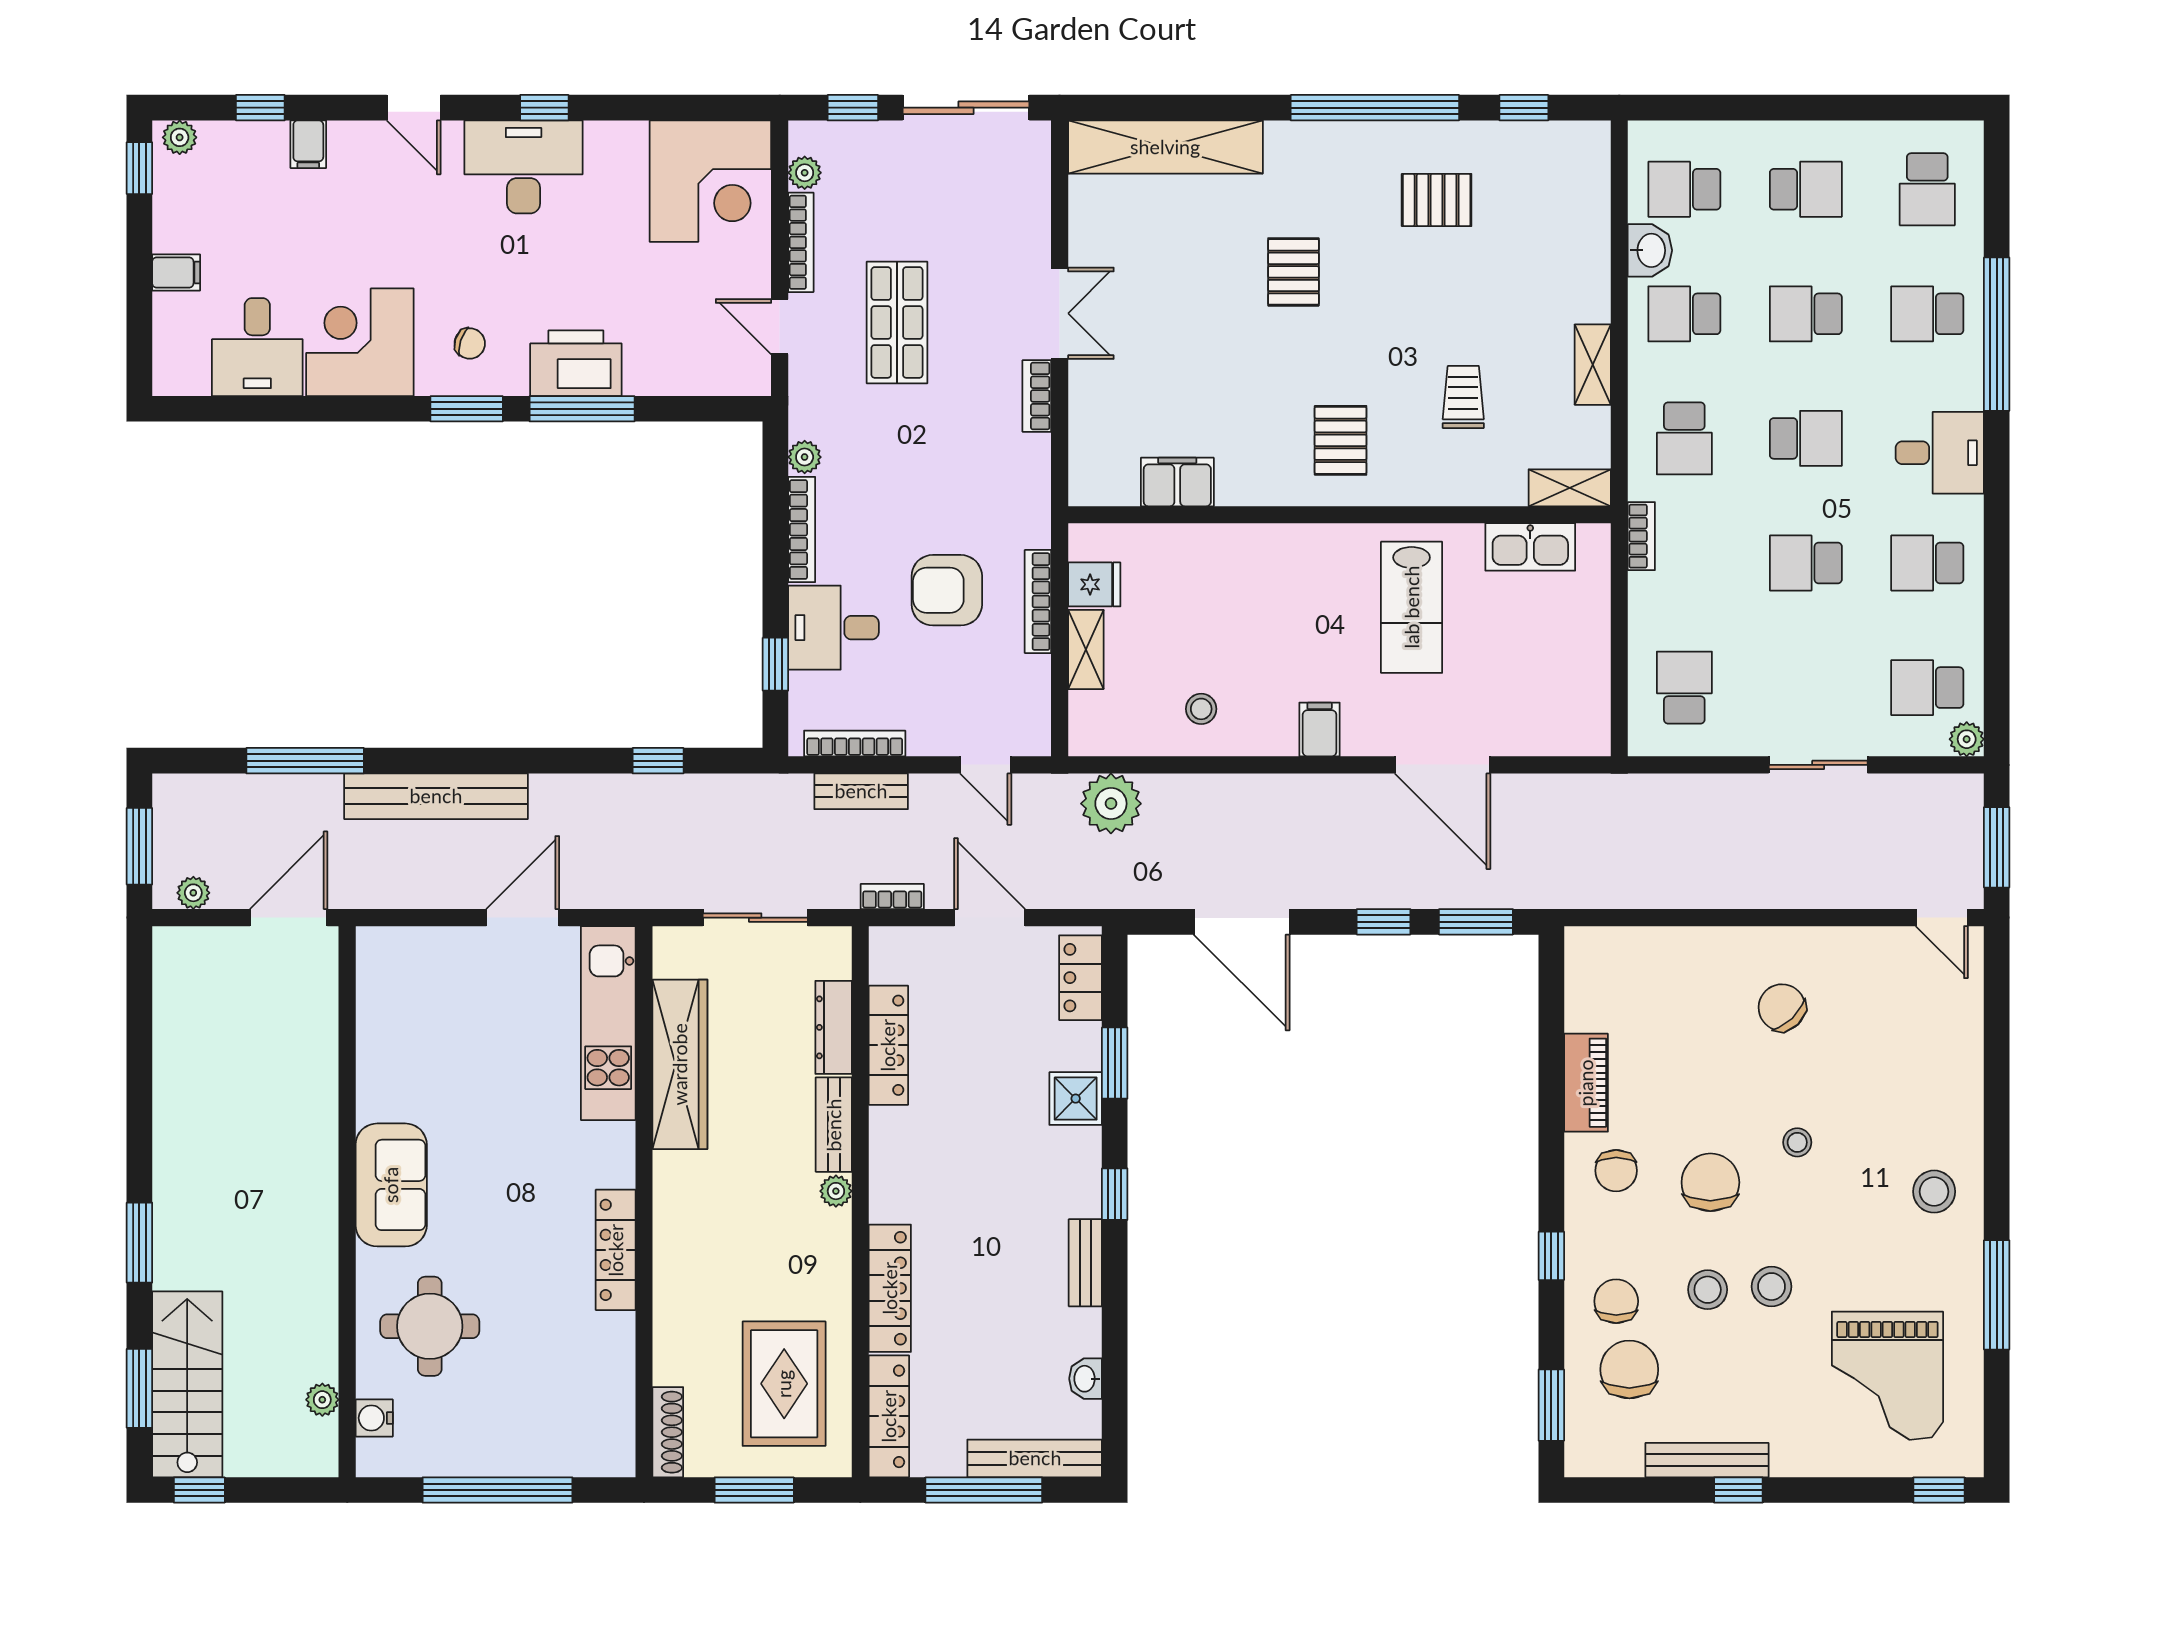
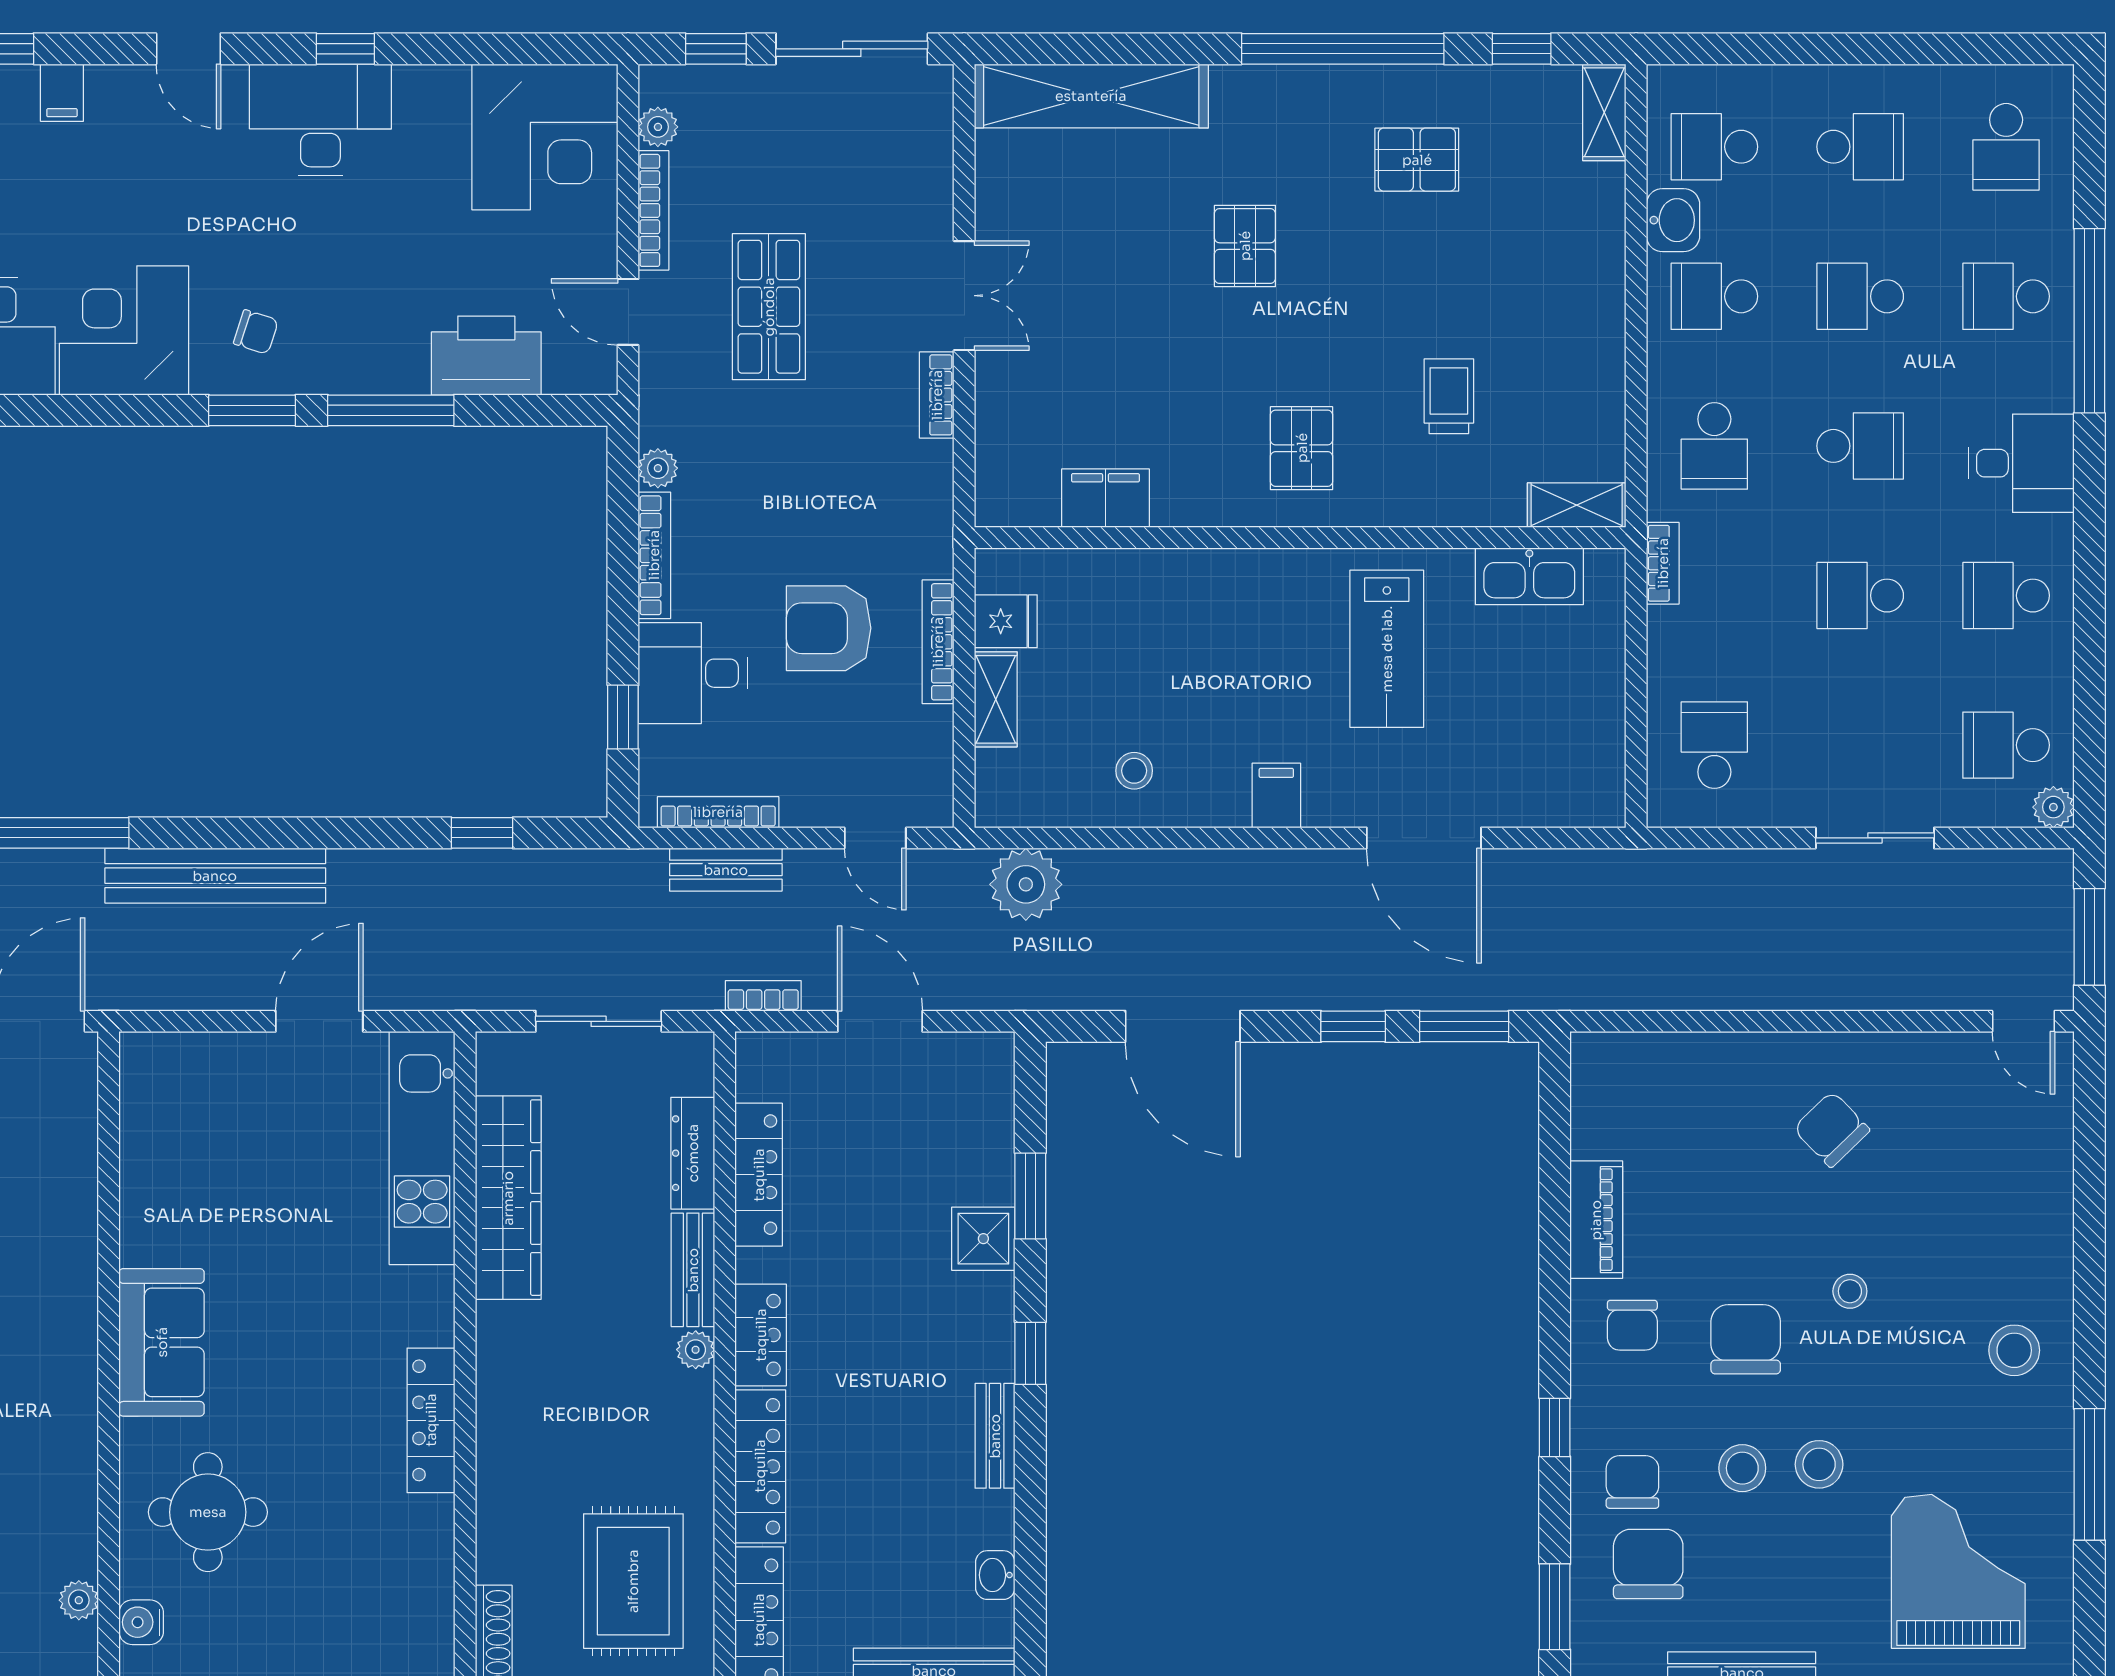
printer: (576, 363) -> (486, 356), moved
shelving: (1593, 365) -> (1604, 112), moved
locker: (1081, 978) -> (761, 1335), moved, turned 180
grand piano: (1887, 1376) -> (1958, 1571), turned 180

